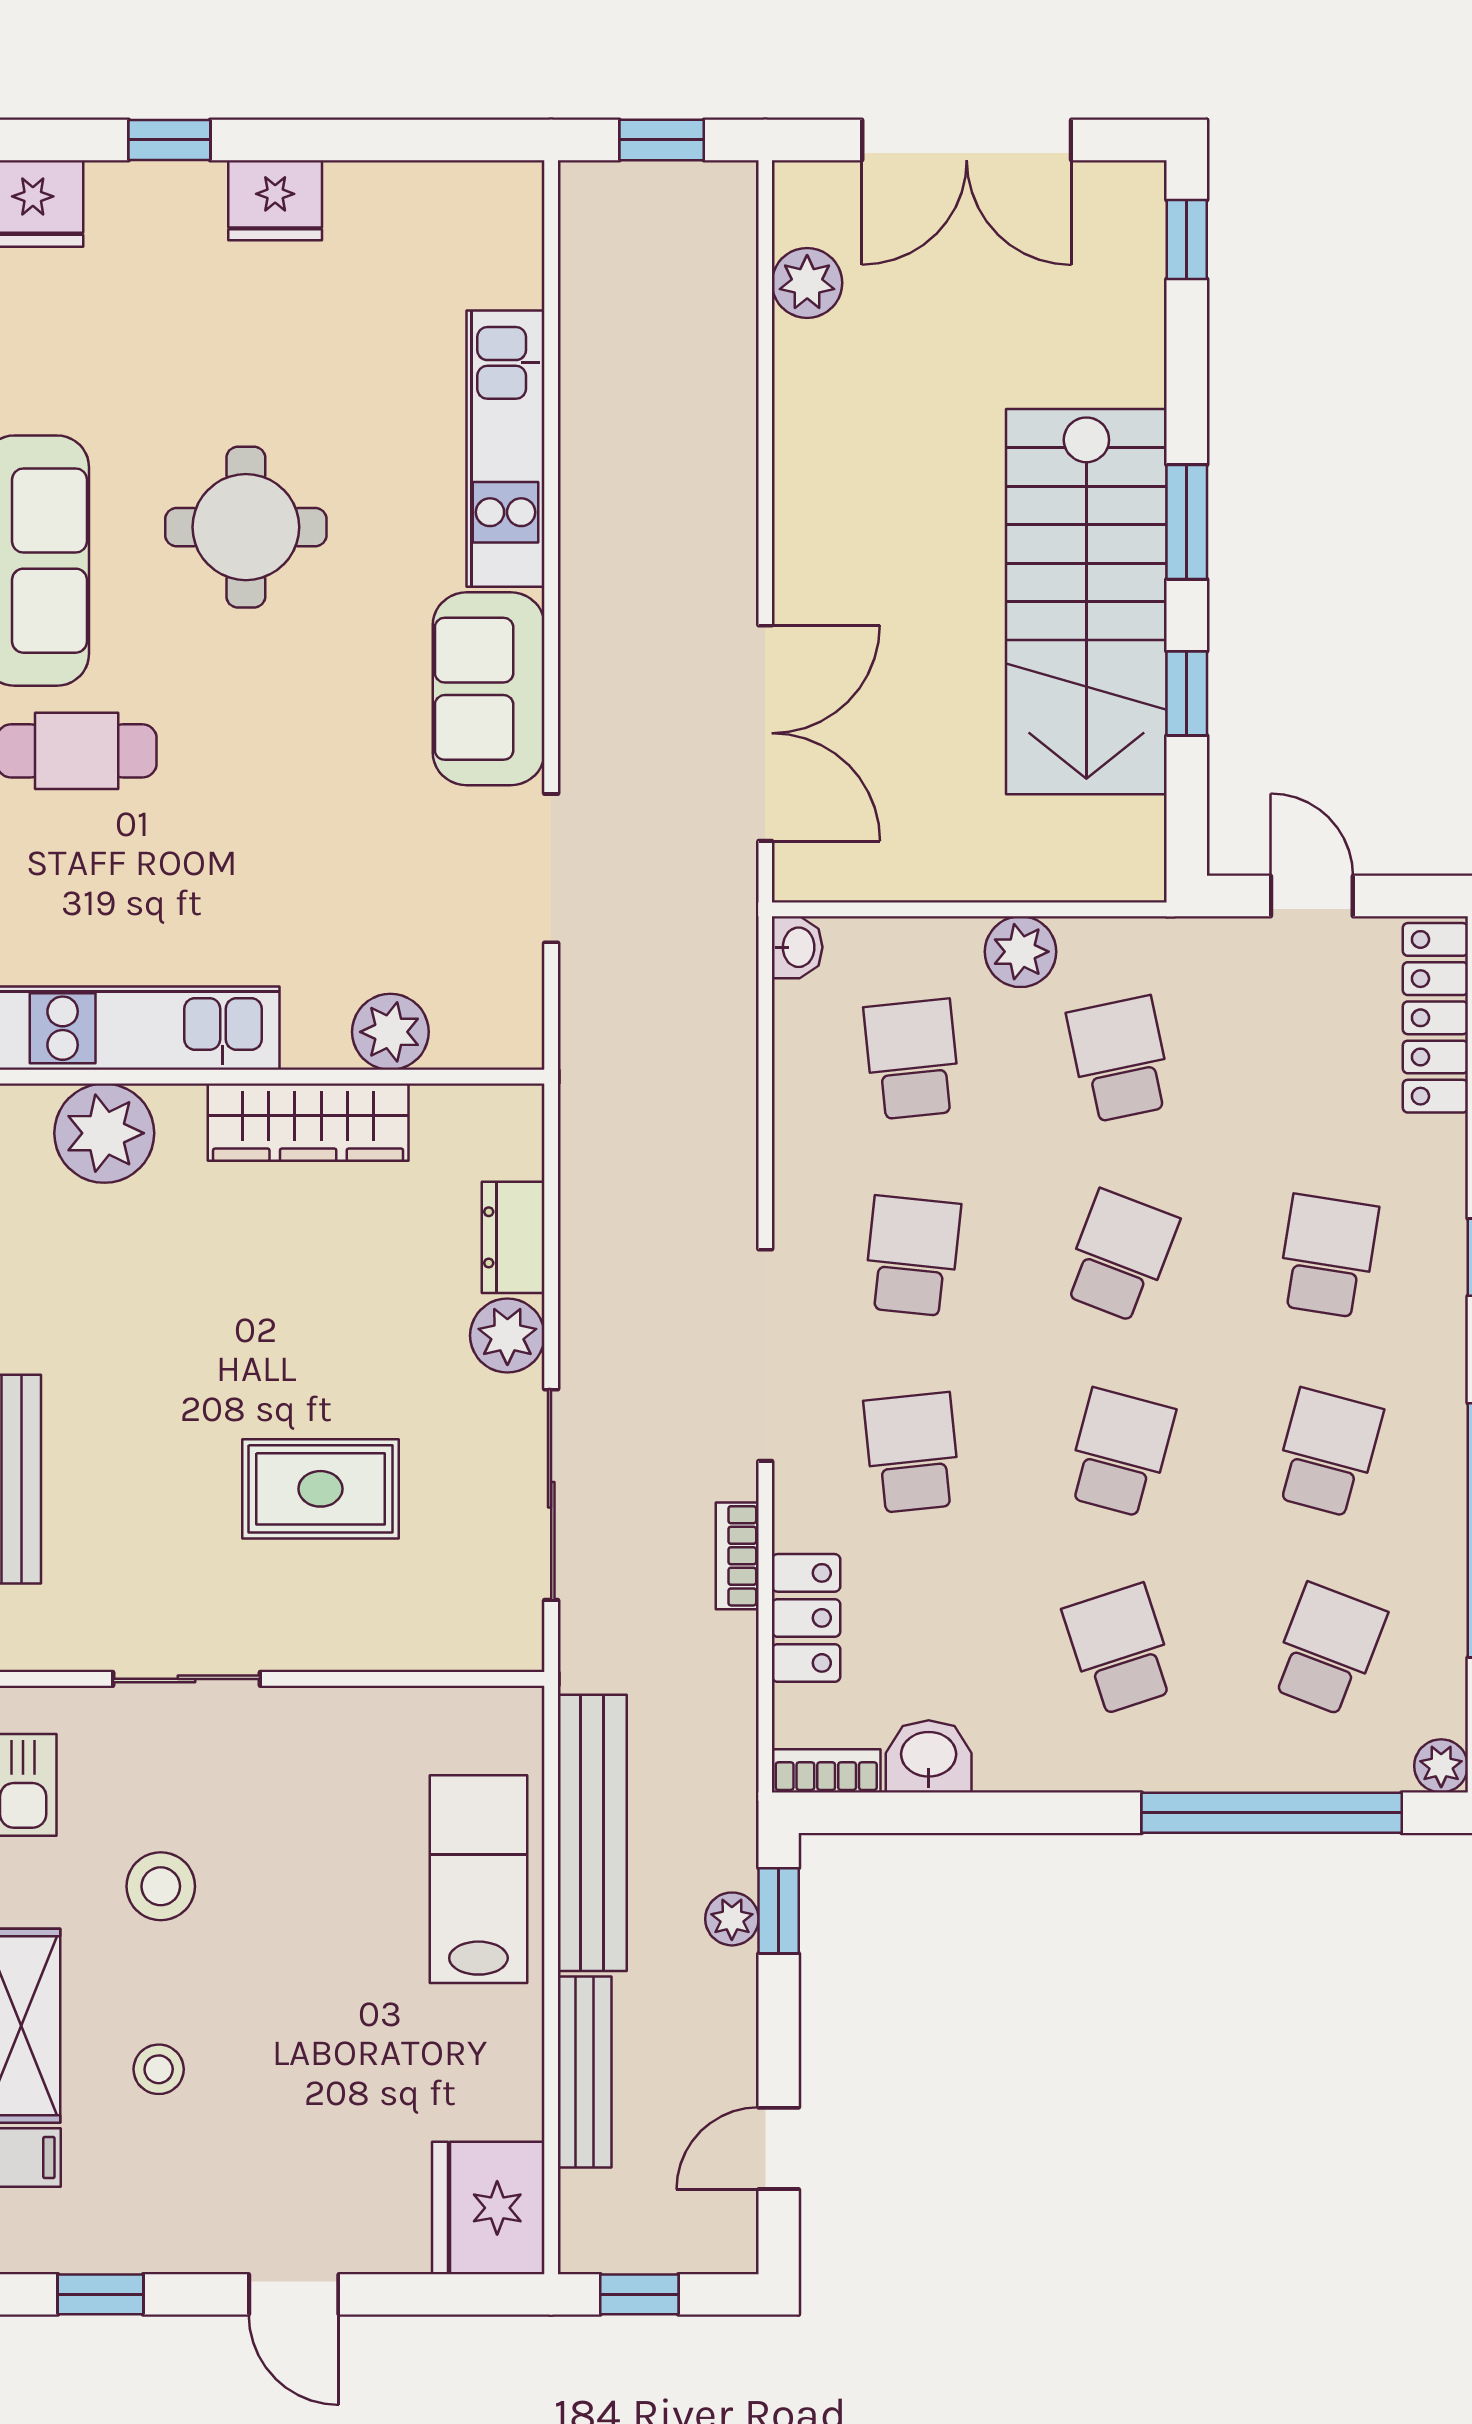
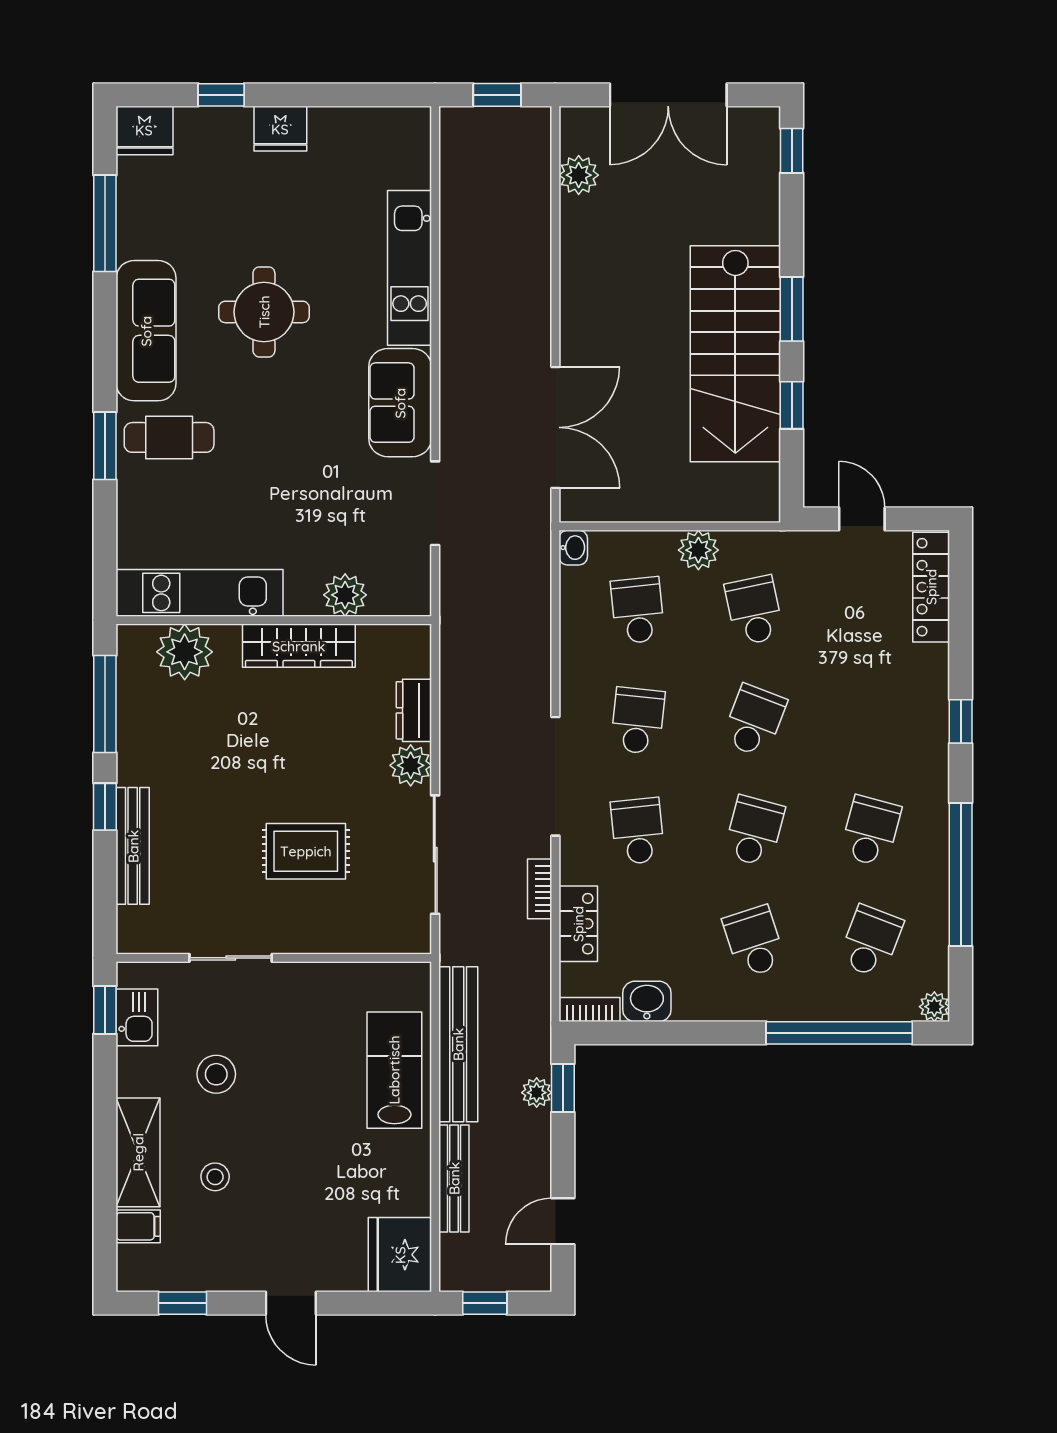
school desk: (1328, 1256) -> (871, 721), removed

